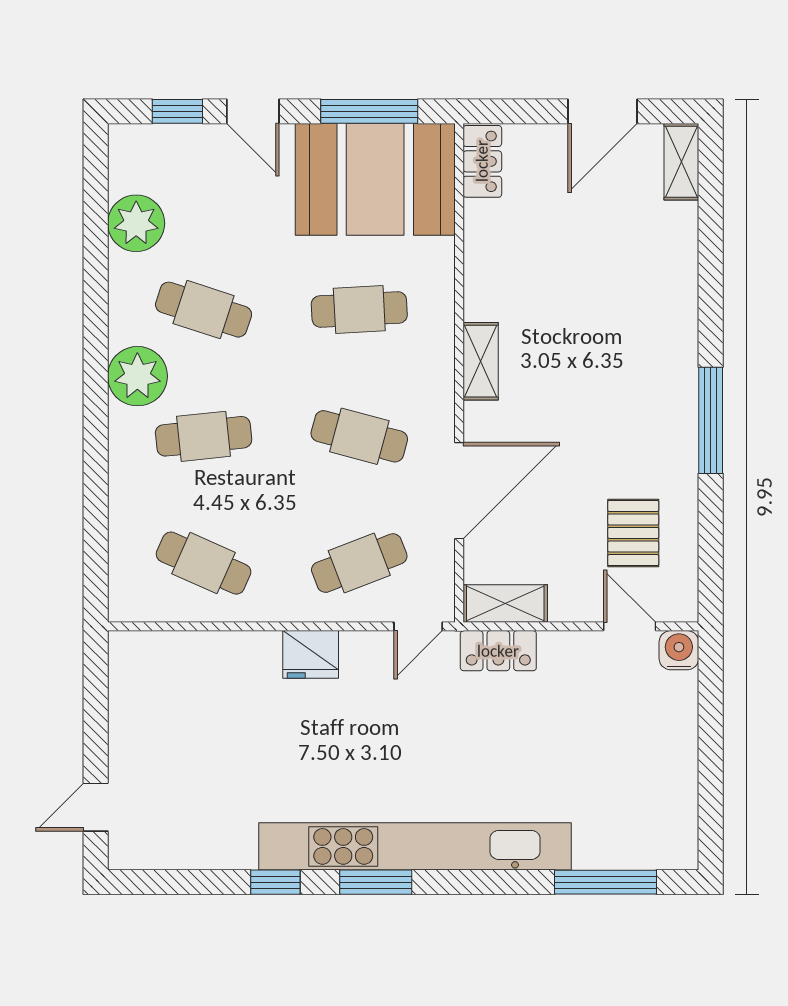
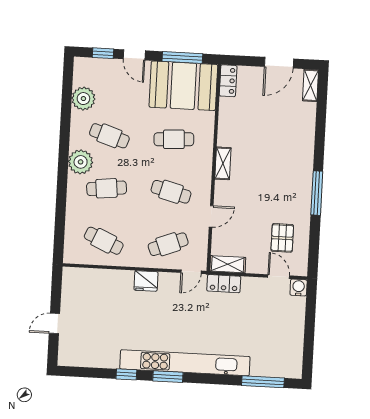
door: (459, 491) -> (211, 216), width x0.53
door: (96, 807) -> (54, 323), moved

